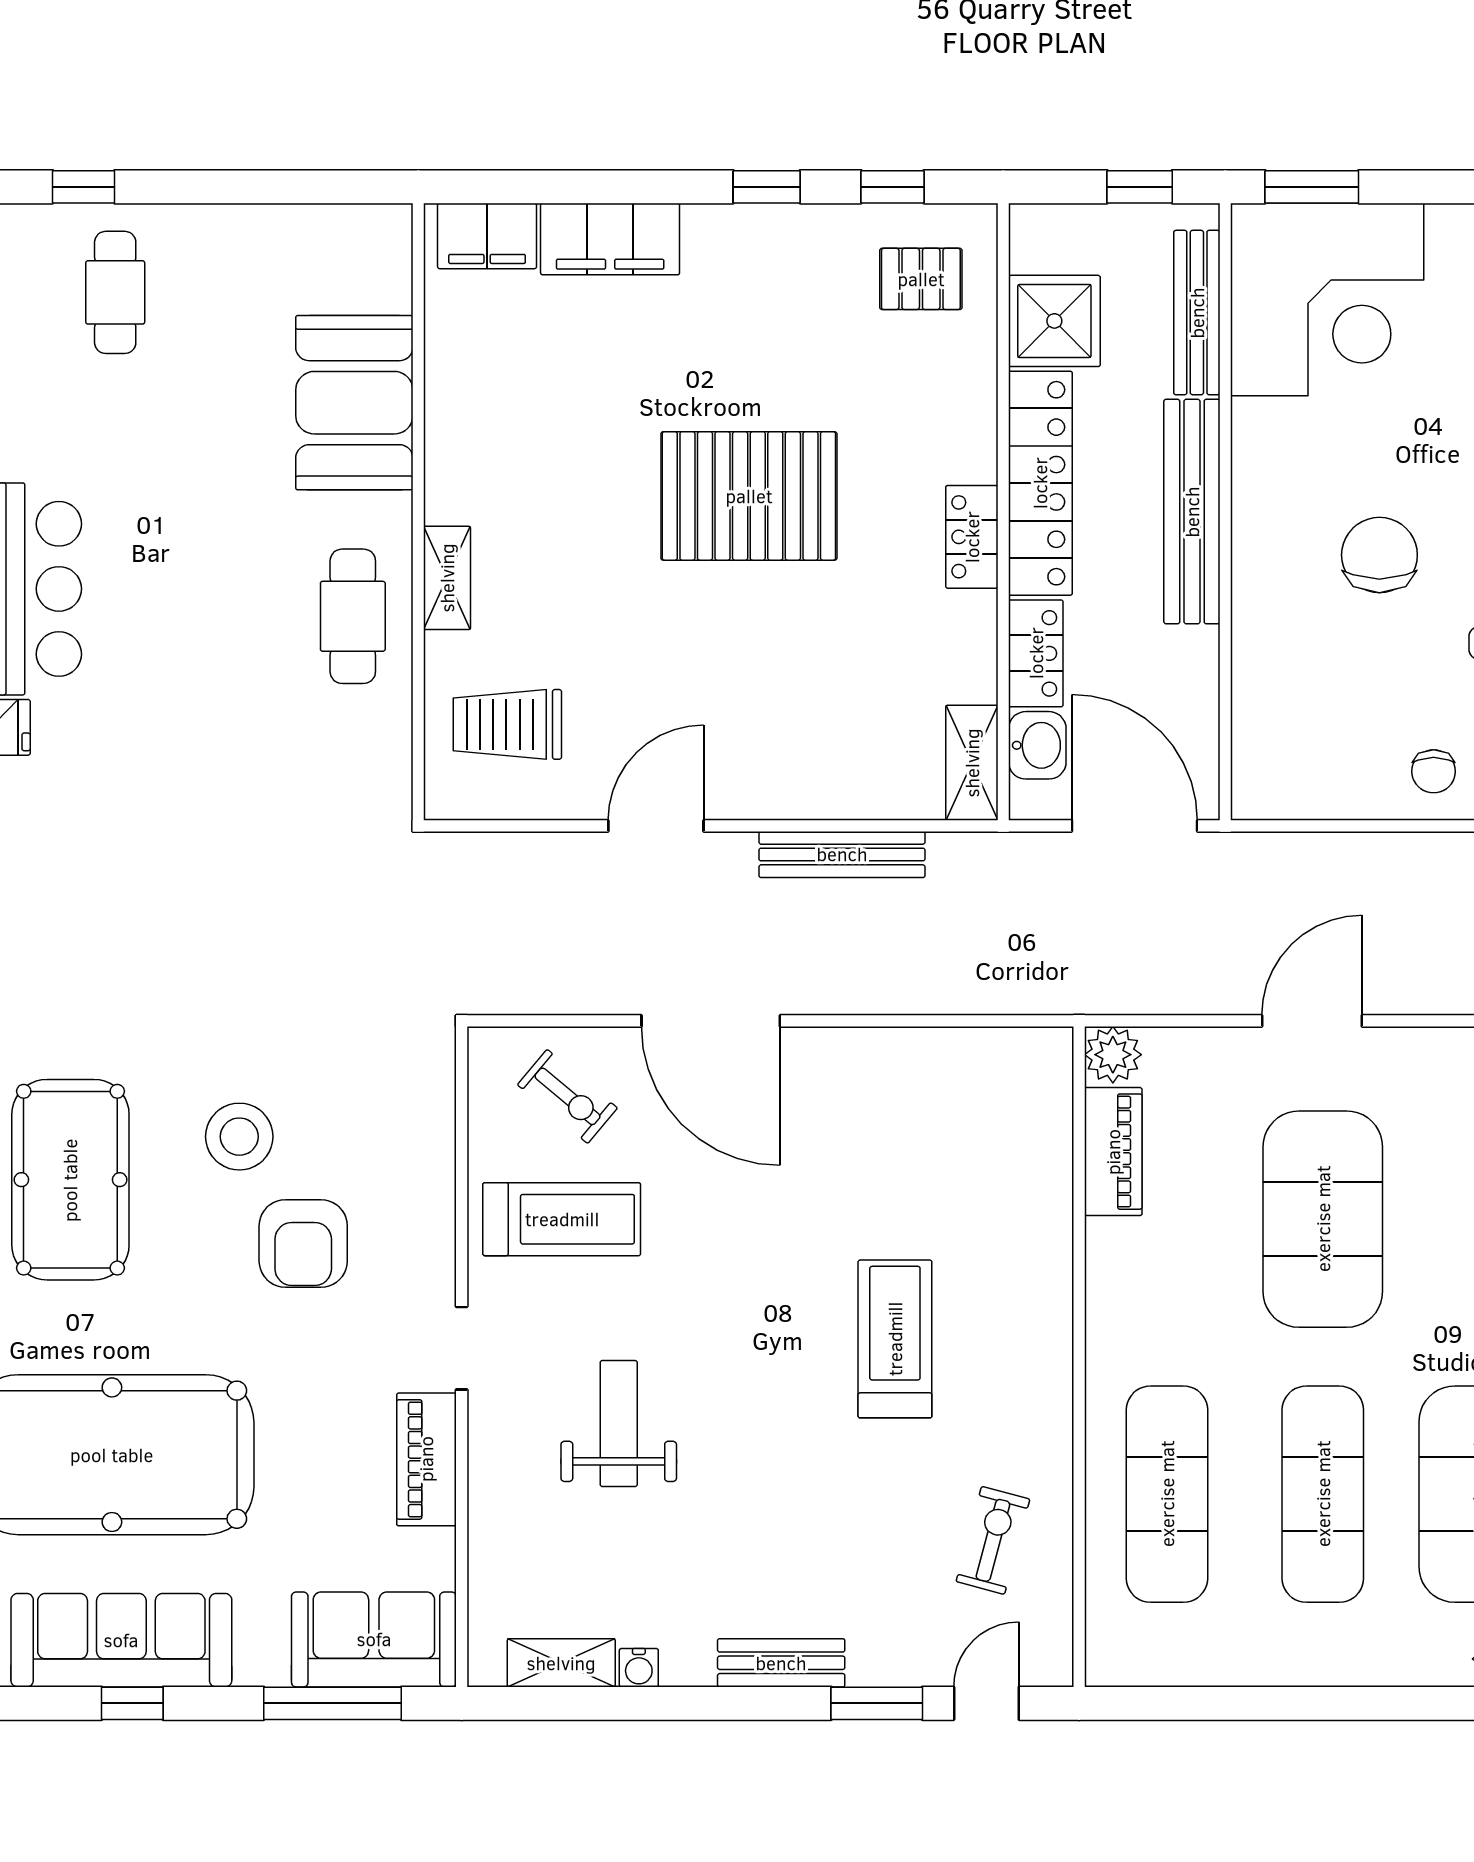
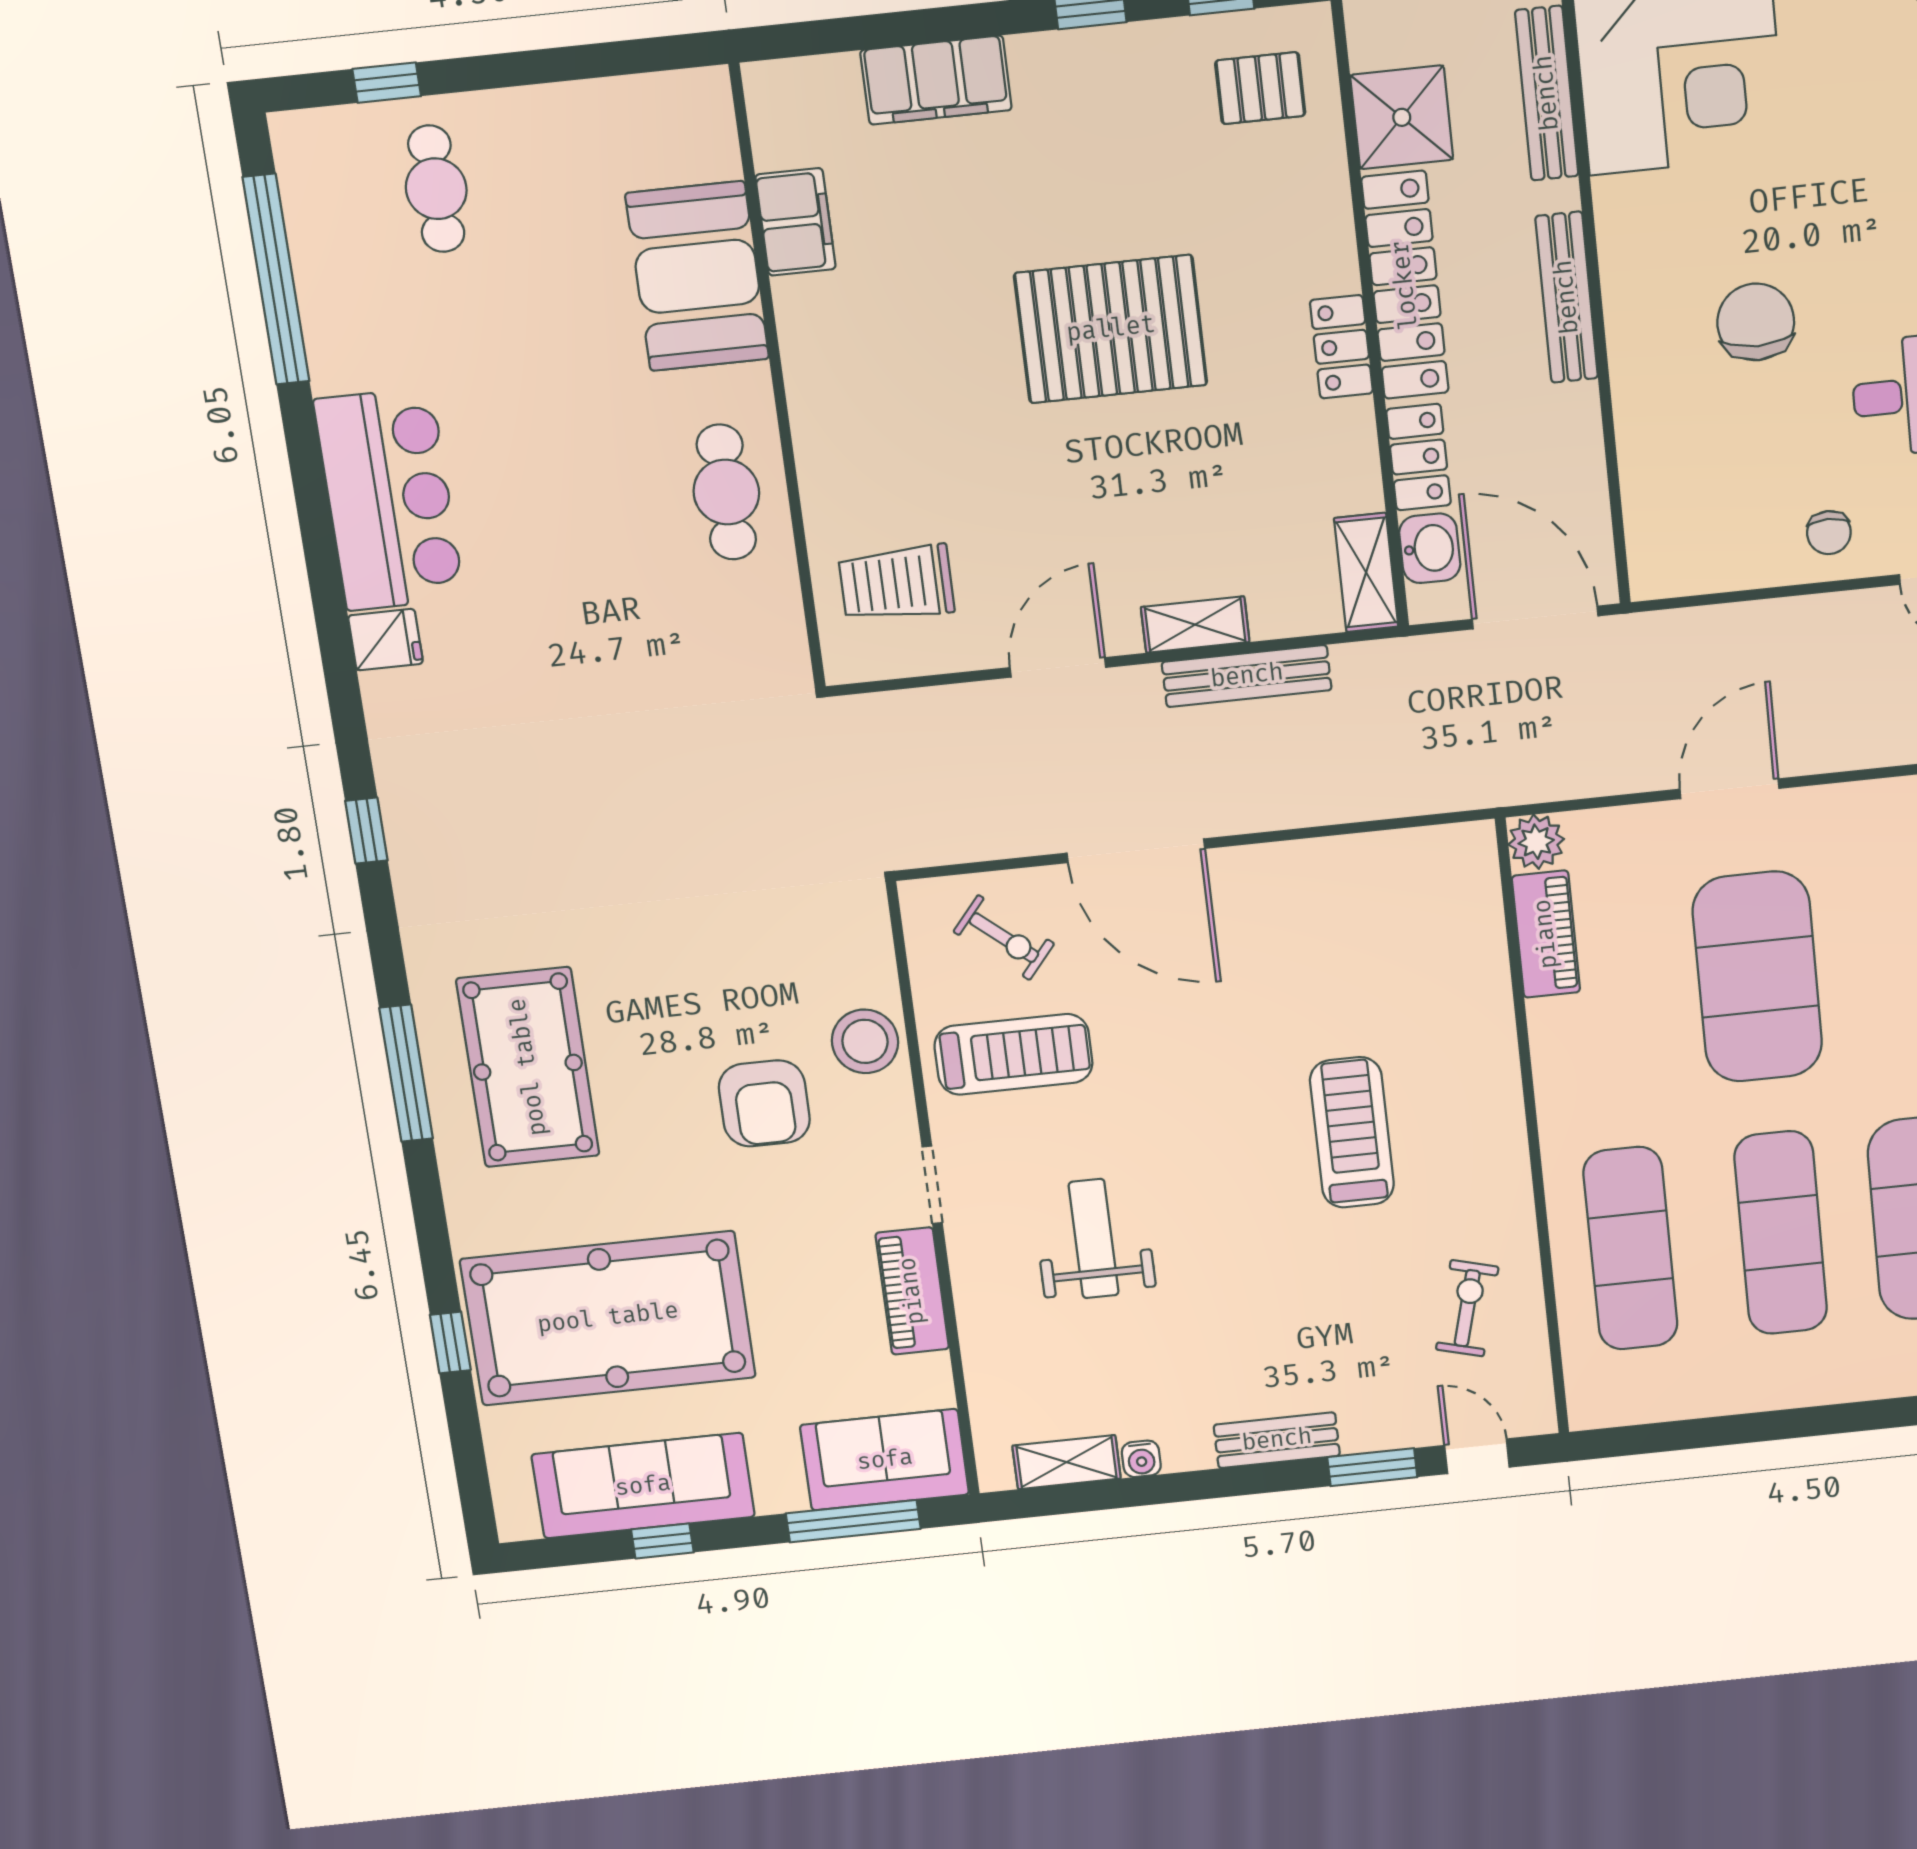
filing cabinet: (487, 236) -> (795, 222), moved, turned -90
bench: (1192, 512) -> (1567, 297), width x0.73, depth x0.82
shelving: (447, 578) -> (1195, 625), moved, turned 90
stool: (239, 1137) -> (865, 1041), moved
door: (986, 1703) -> (1477, 1456), hinge flipped

